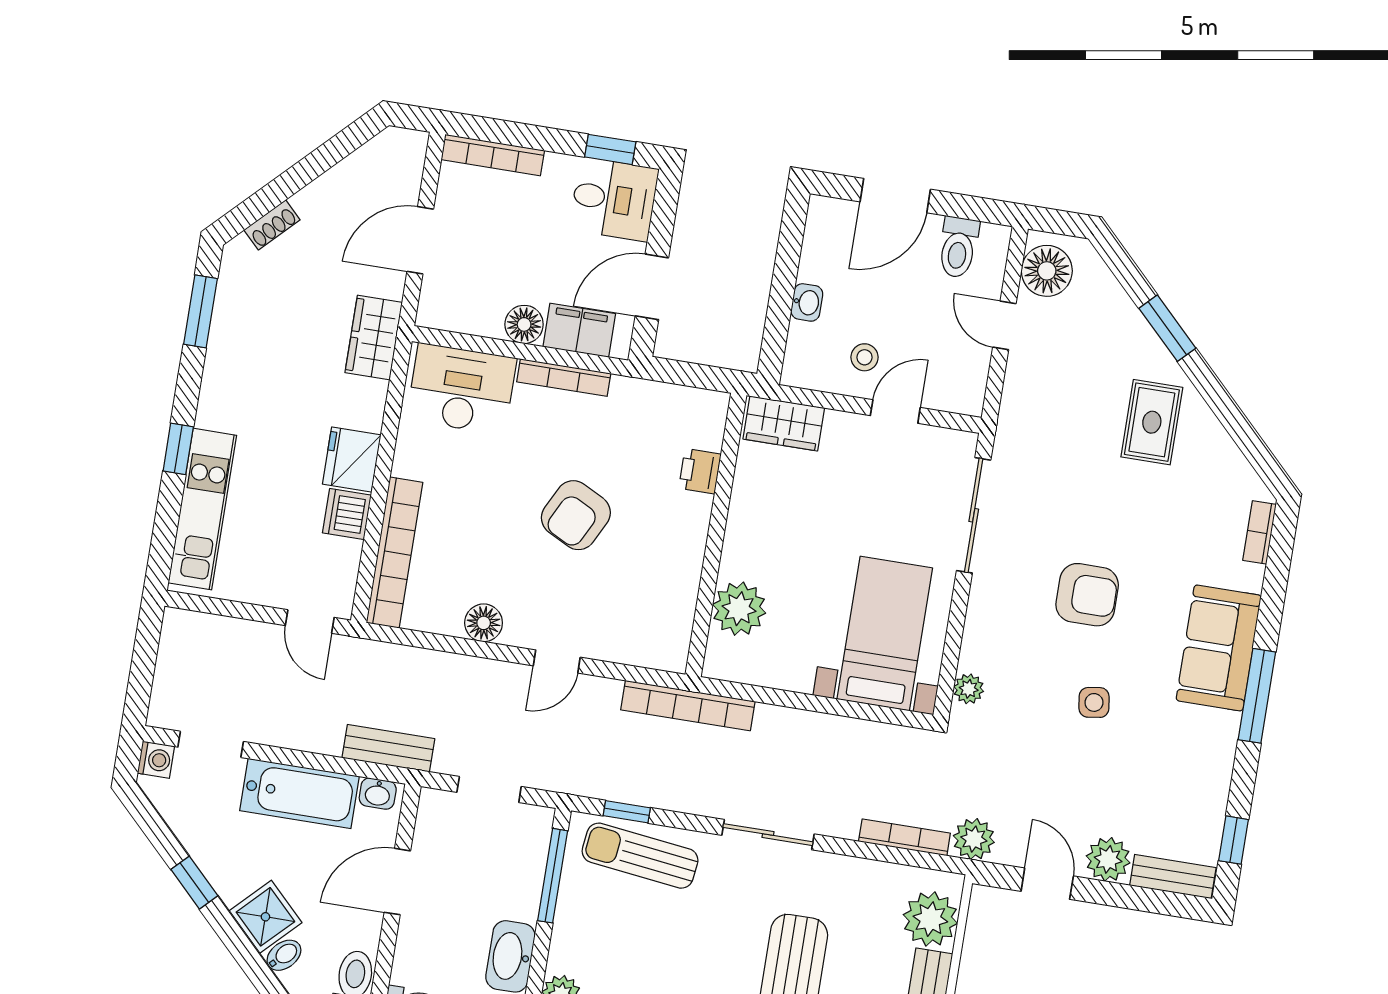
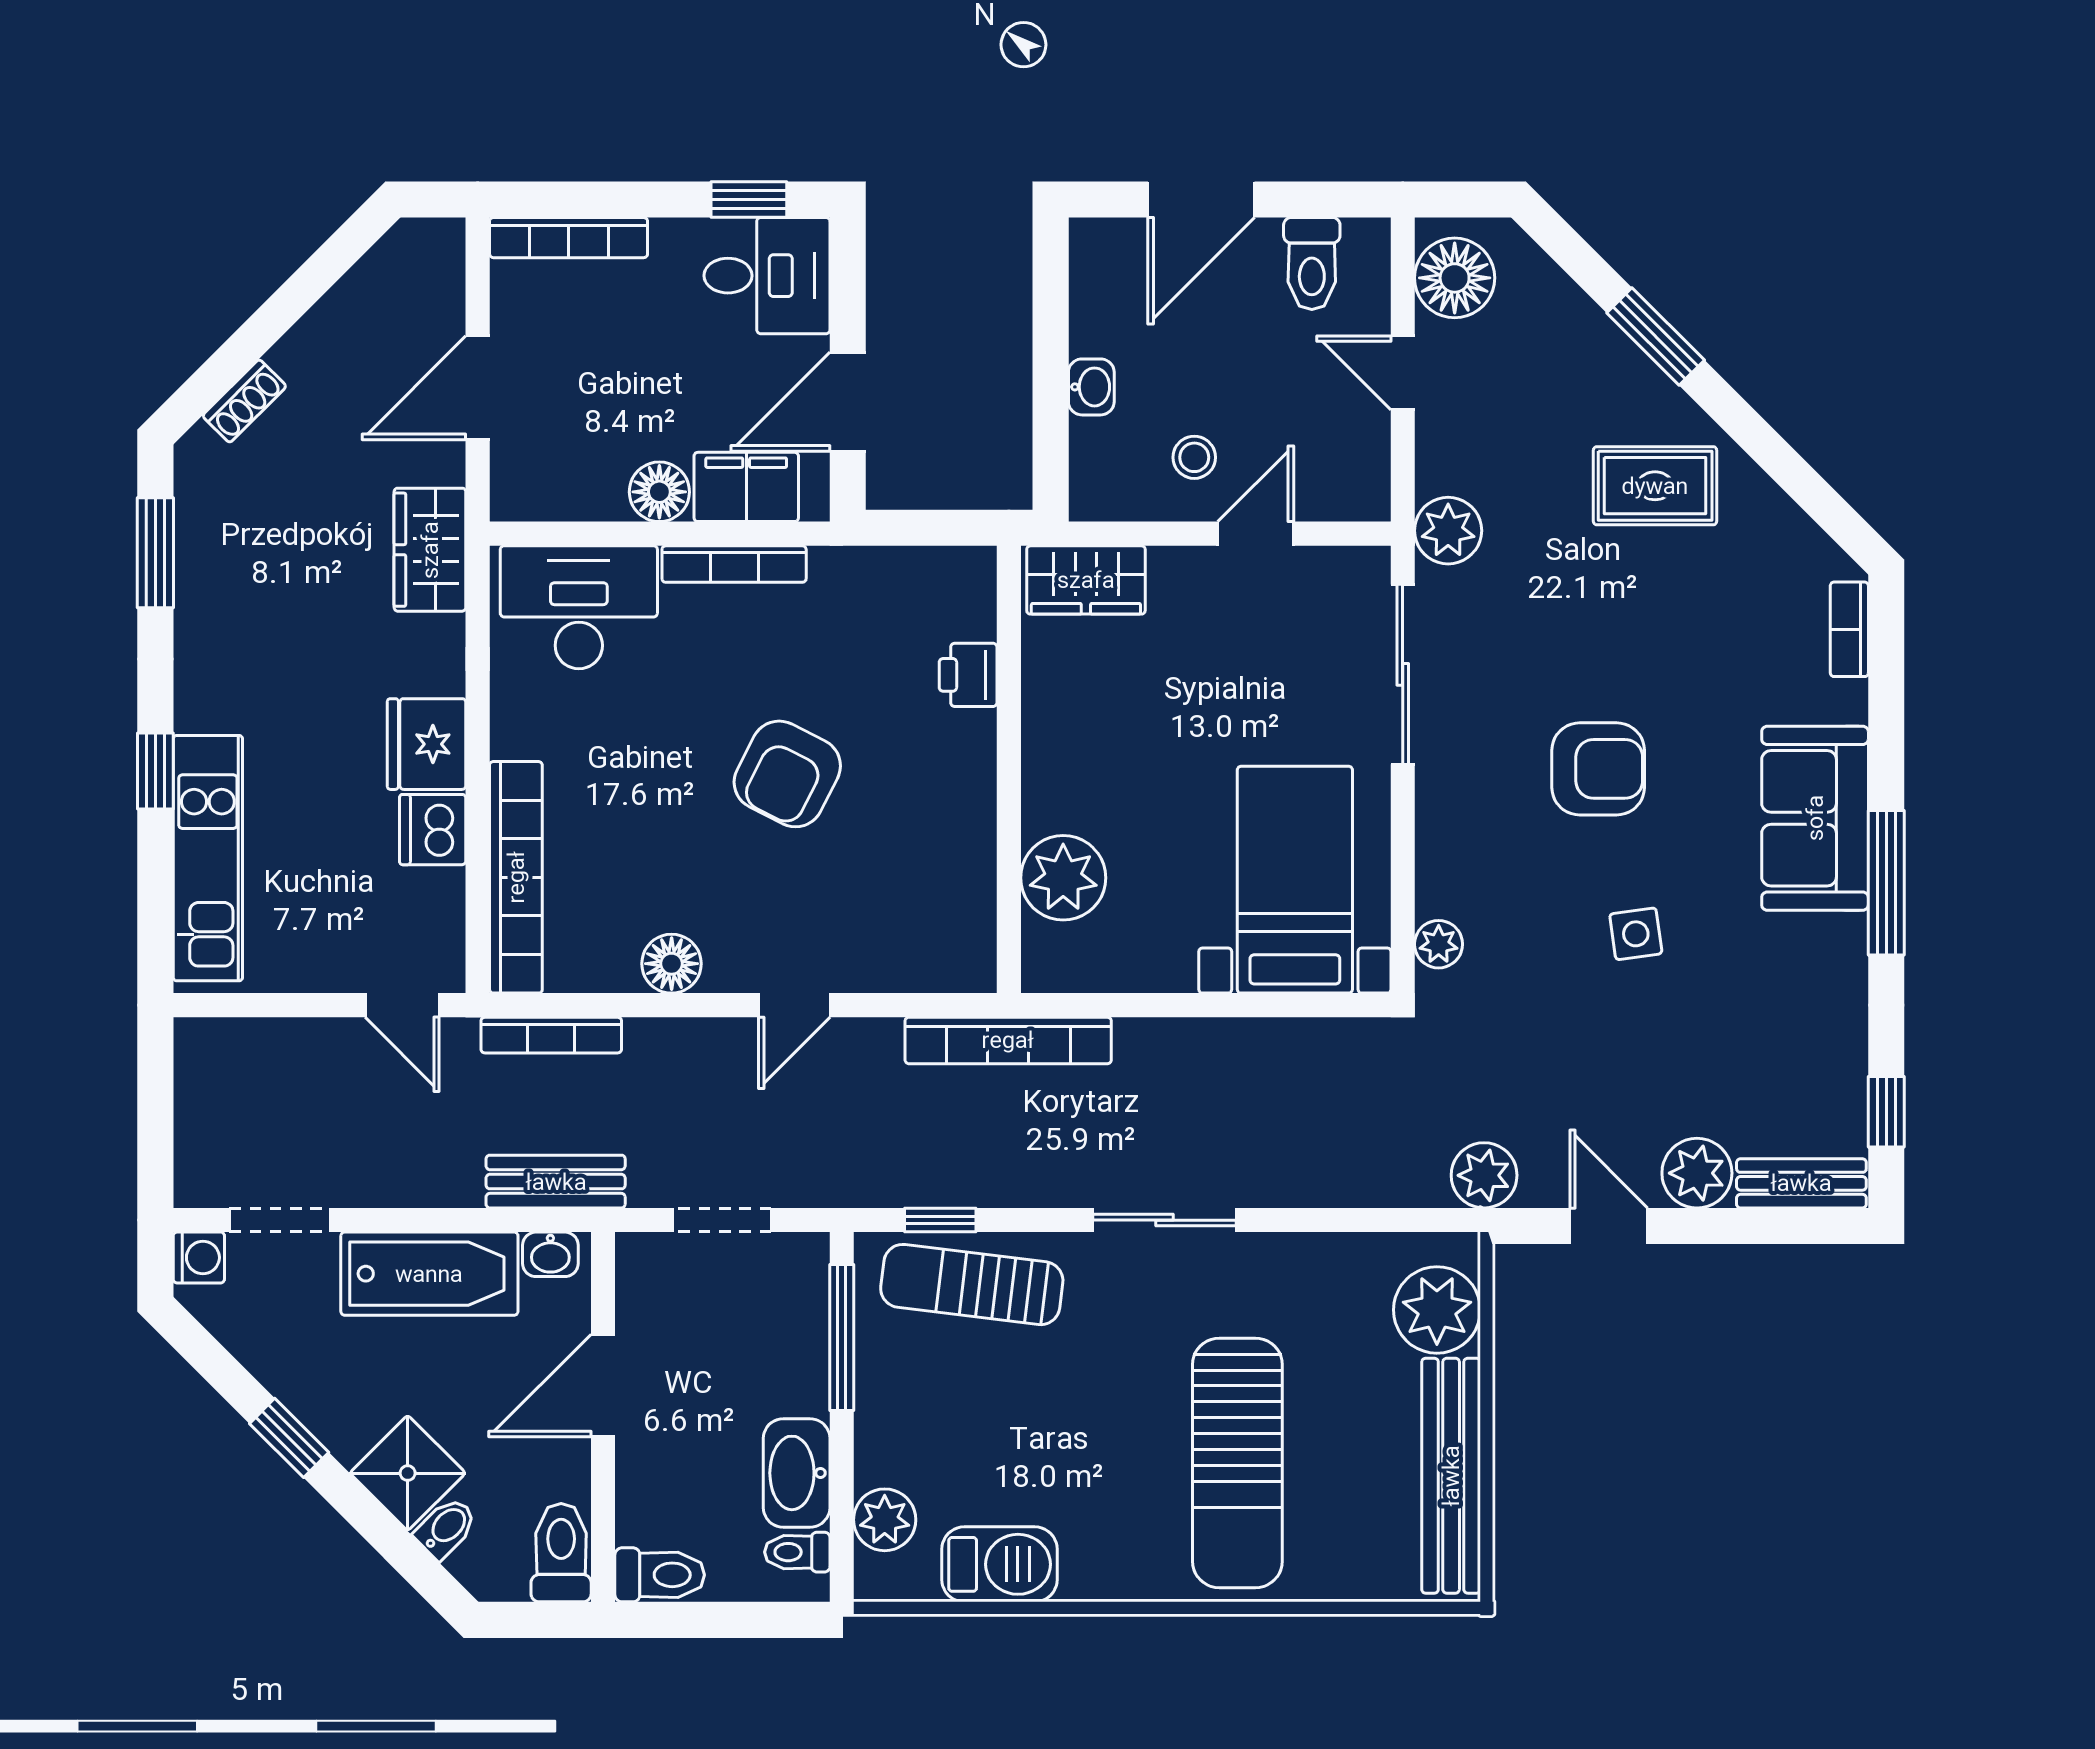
rug: (1152, 422) -> (1655, 486), turned 90
plant: (1017, 429) -> (1448, 531), added
bookcase: (904, 837) -> (551, 1035), moved, turned 180

